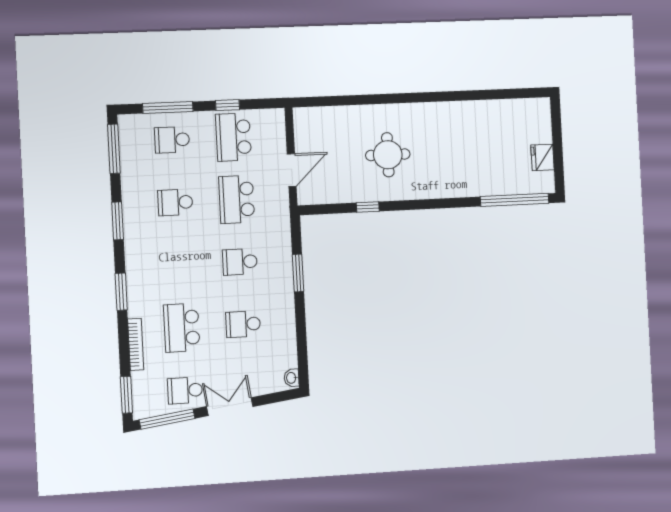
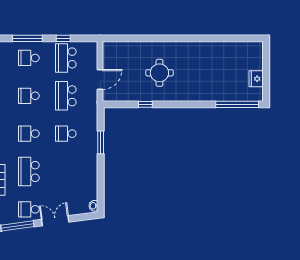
school desk: (243, 324) -> (29, 134), moved

